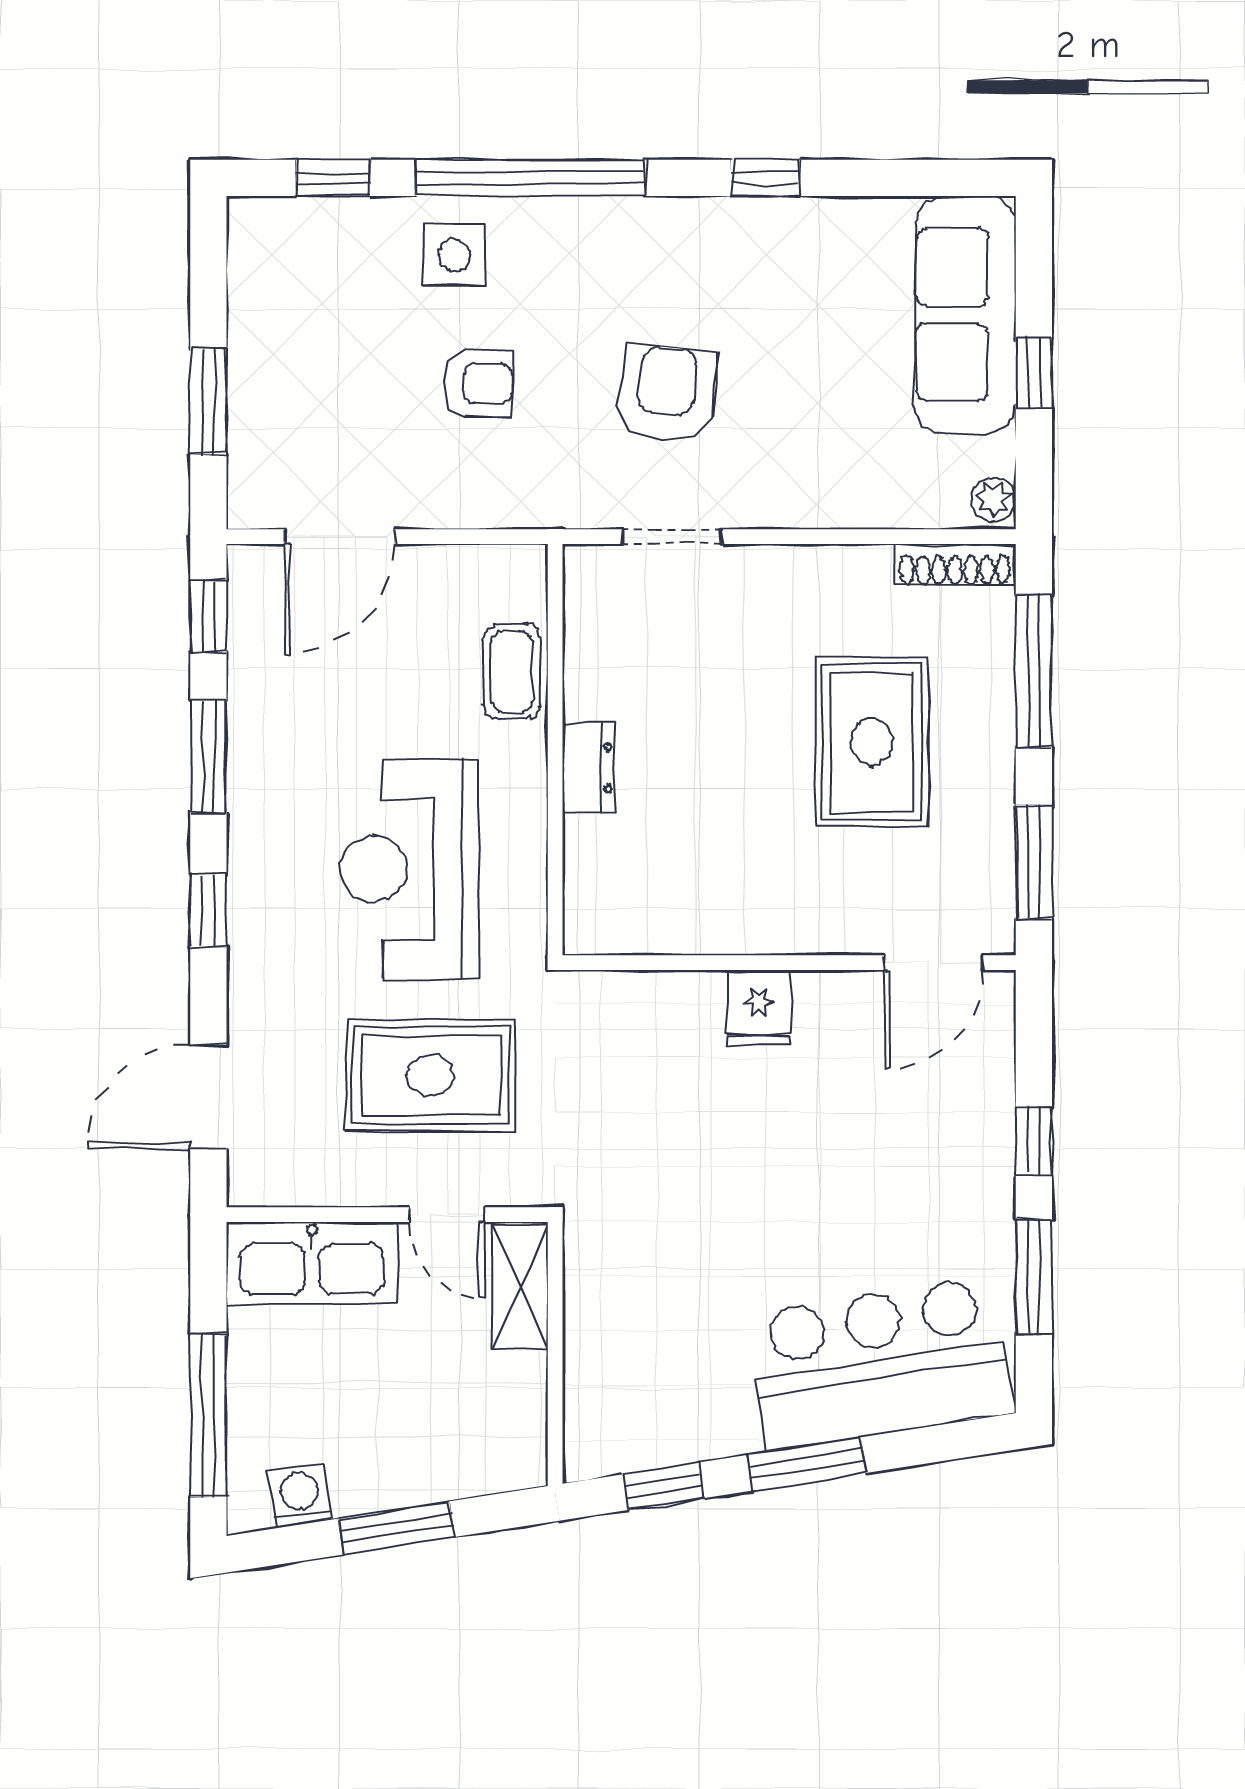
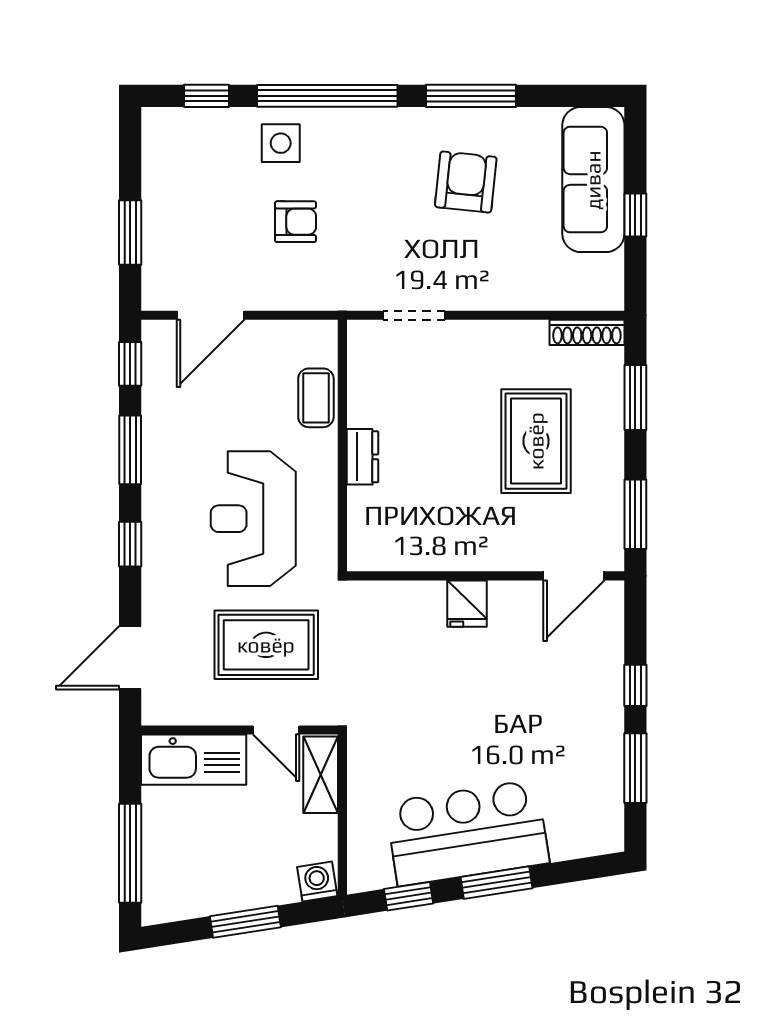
window: (765, 178) -> (471, 96), width x2.17
armchair: (667, 394) -> (466, 182), moved
plant: (994, 499) -> (611, 292), removed
window: (1034, 671) -> (635, 397), width x0.69
bar counter: (880, 1364) -> (467, 833), moved
washing machine: (300, 1496) -> (317, 882), moved

